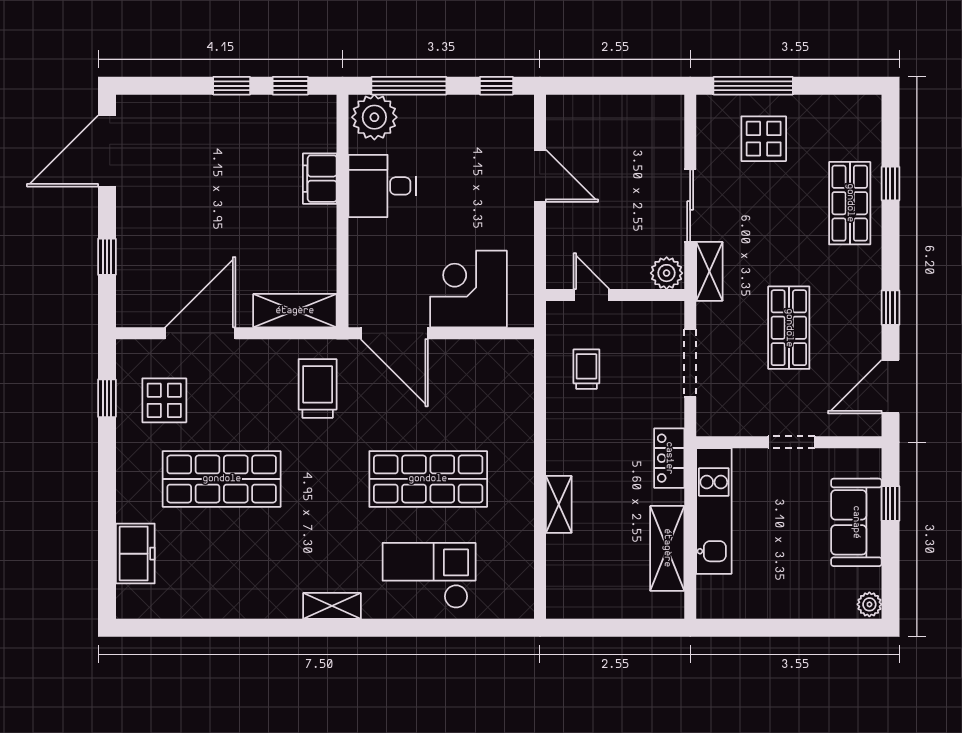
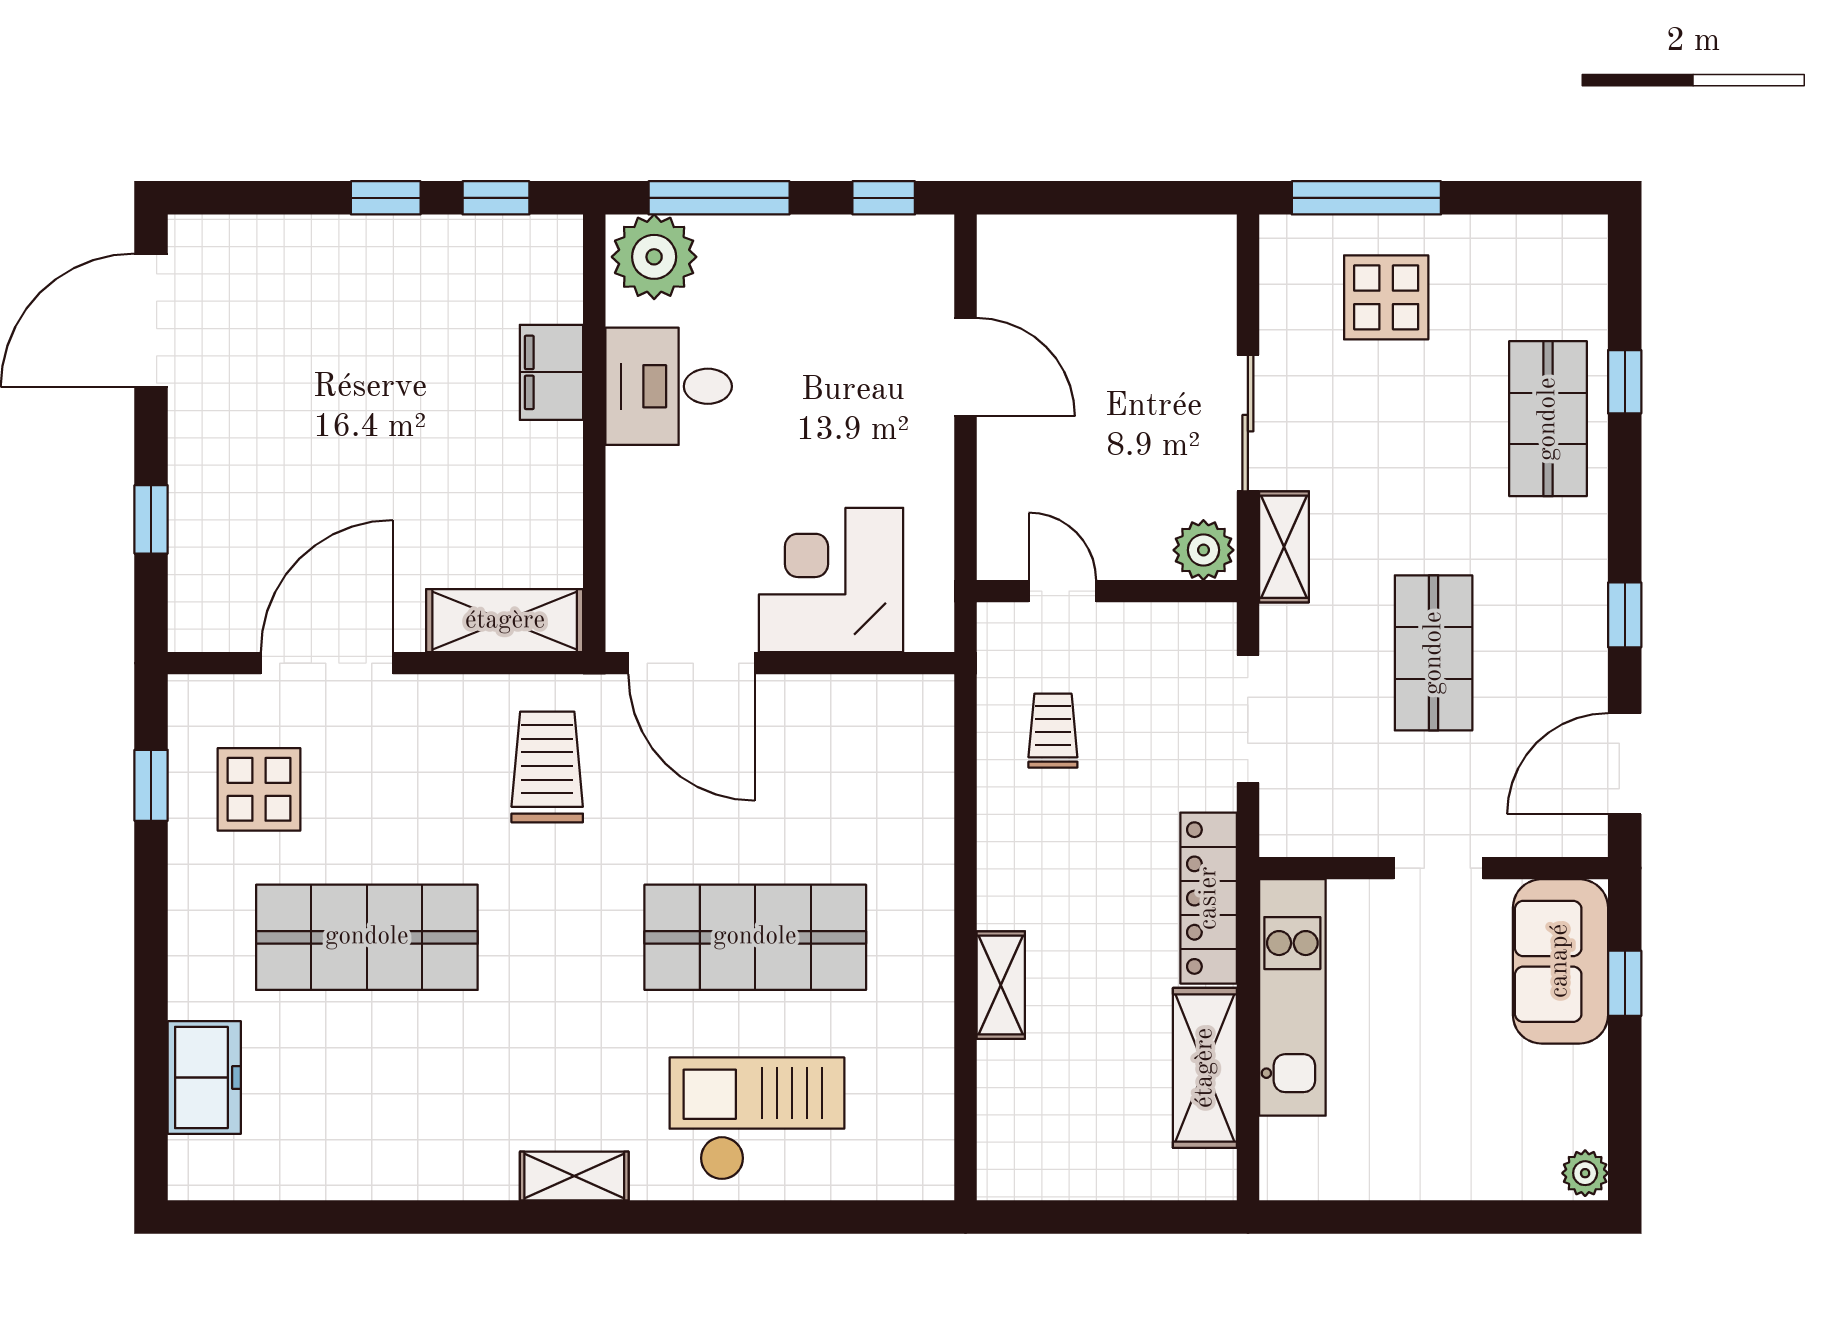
locker: (669, 458) -> (1209, 898), width x1.53
sofa: (856, 522) -> (1560, 961), moved

